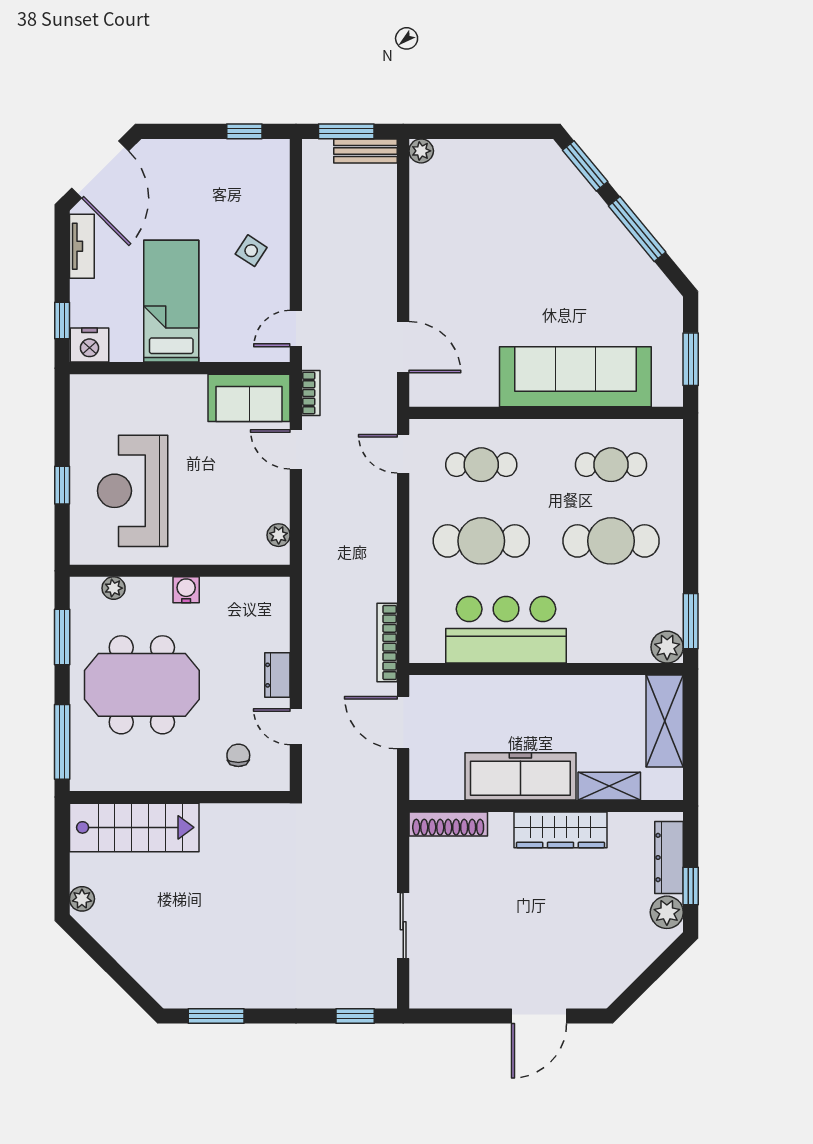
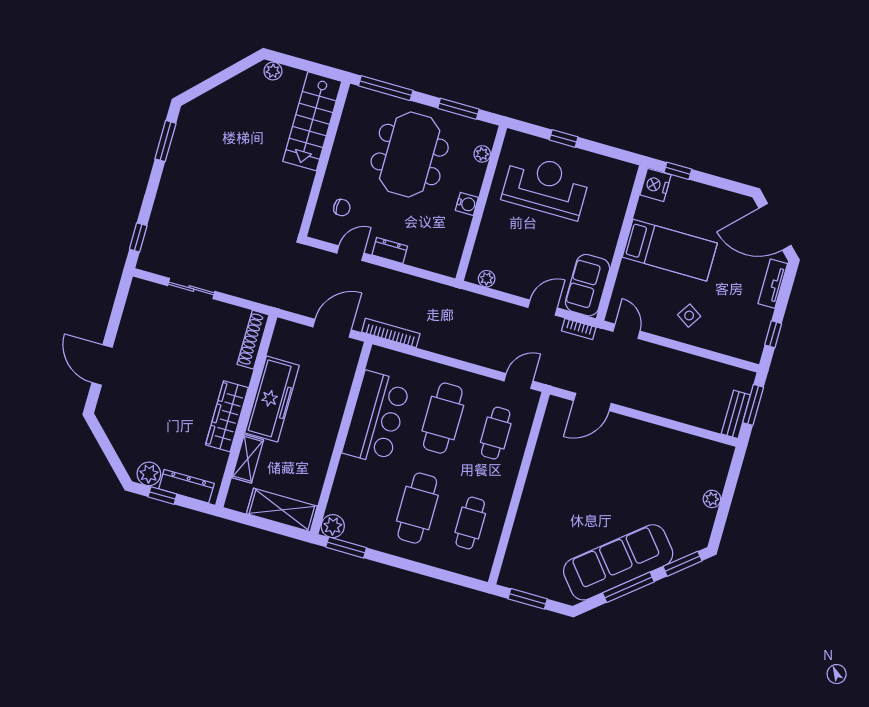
plant: (421, 151) -> (712, 499), moved
tv unit: (82, 246) -> (773, 284), moved, turned 90
sofa: (575, 377) -> (618, 562), moved, turned -129

